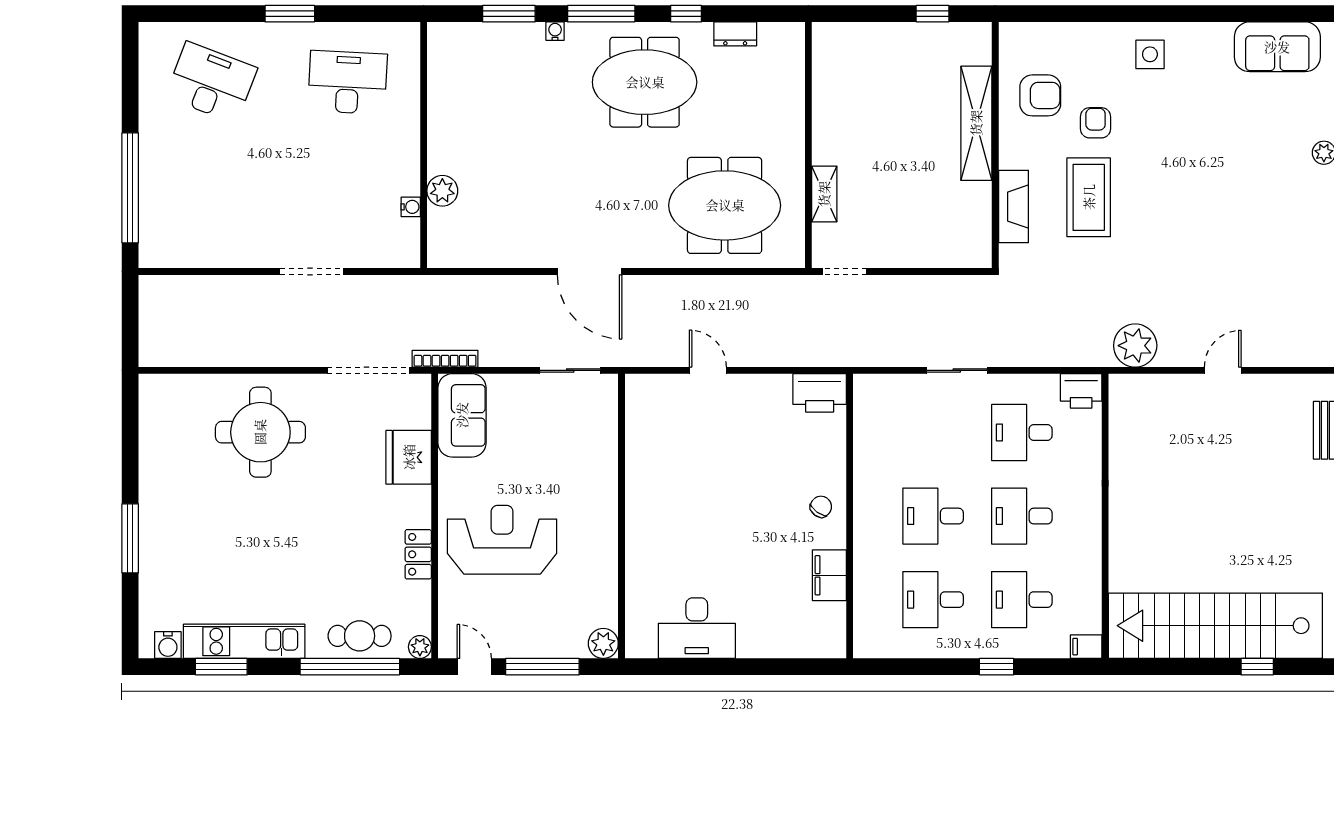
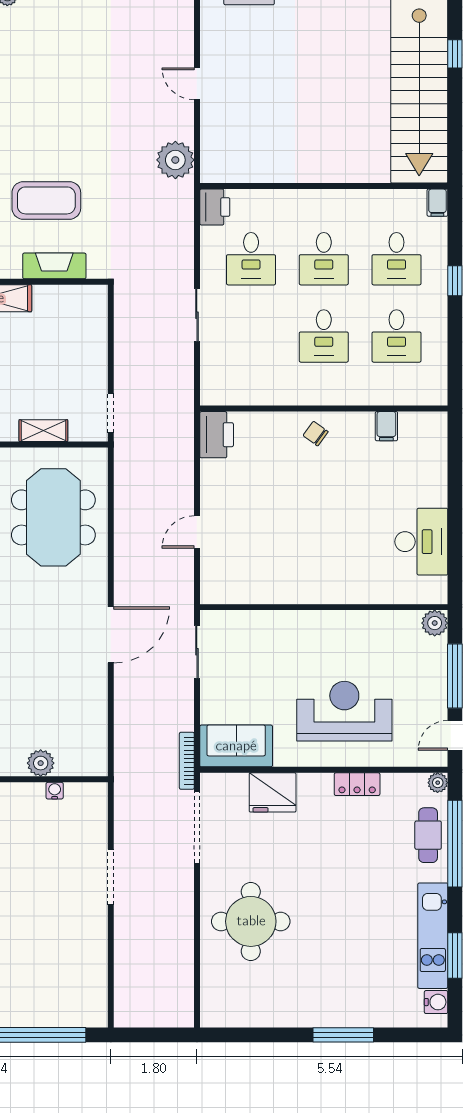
reception desk: (502, 540) -> (344, 711), turned 90
filing cabinet: (829, 575) -> (386, 426), width x0.50

